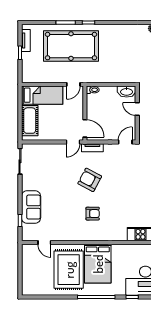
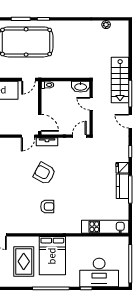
rug: (69, 270) -> (24, 261), width x0.73, depth x0.69

